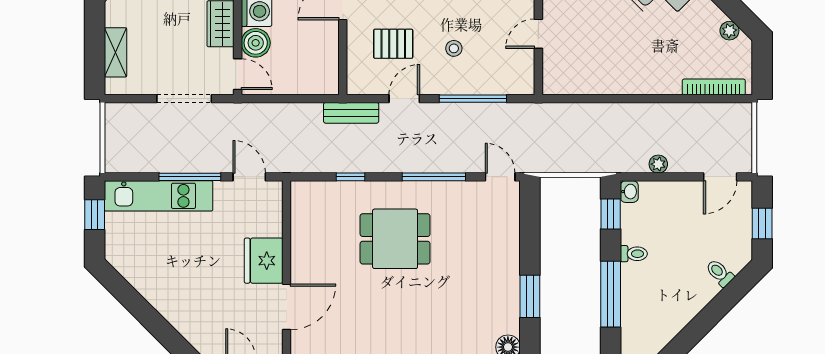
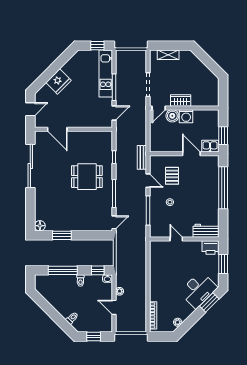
door: (720, 177) -> (114, 307), moved
dining table: (395, 239) -> (87, 177), turned 90
fridge: (264, 261) -> (58, 81), moved, turned 135

